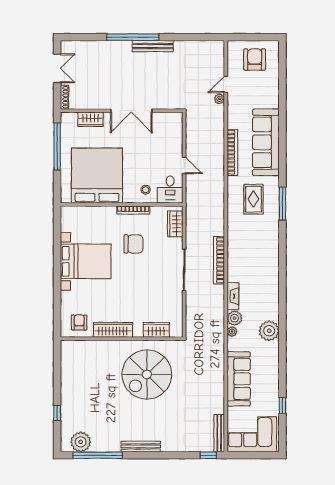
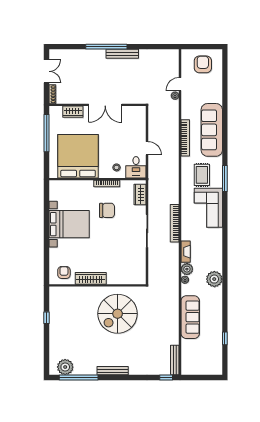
wardrobe: (156, 330) -> (125, 278), removed
window: (57, 413) -> (47, 318), moved
corner sofa: (252, 434) -> (208, 208), moved, turned -90

